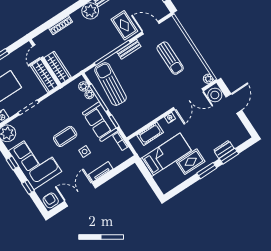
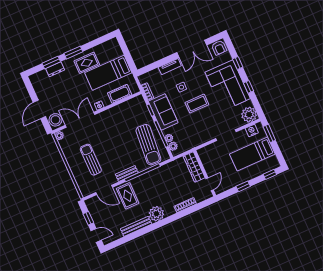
wardrobe: (44, 76) -> (207, 161), removed

